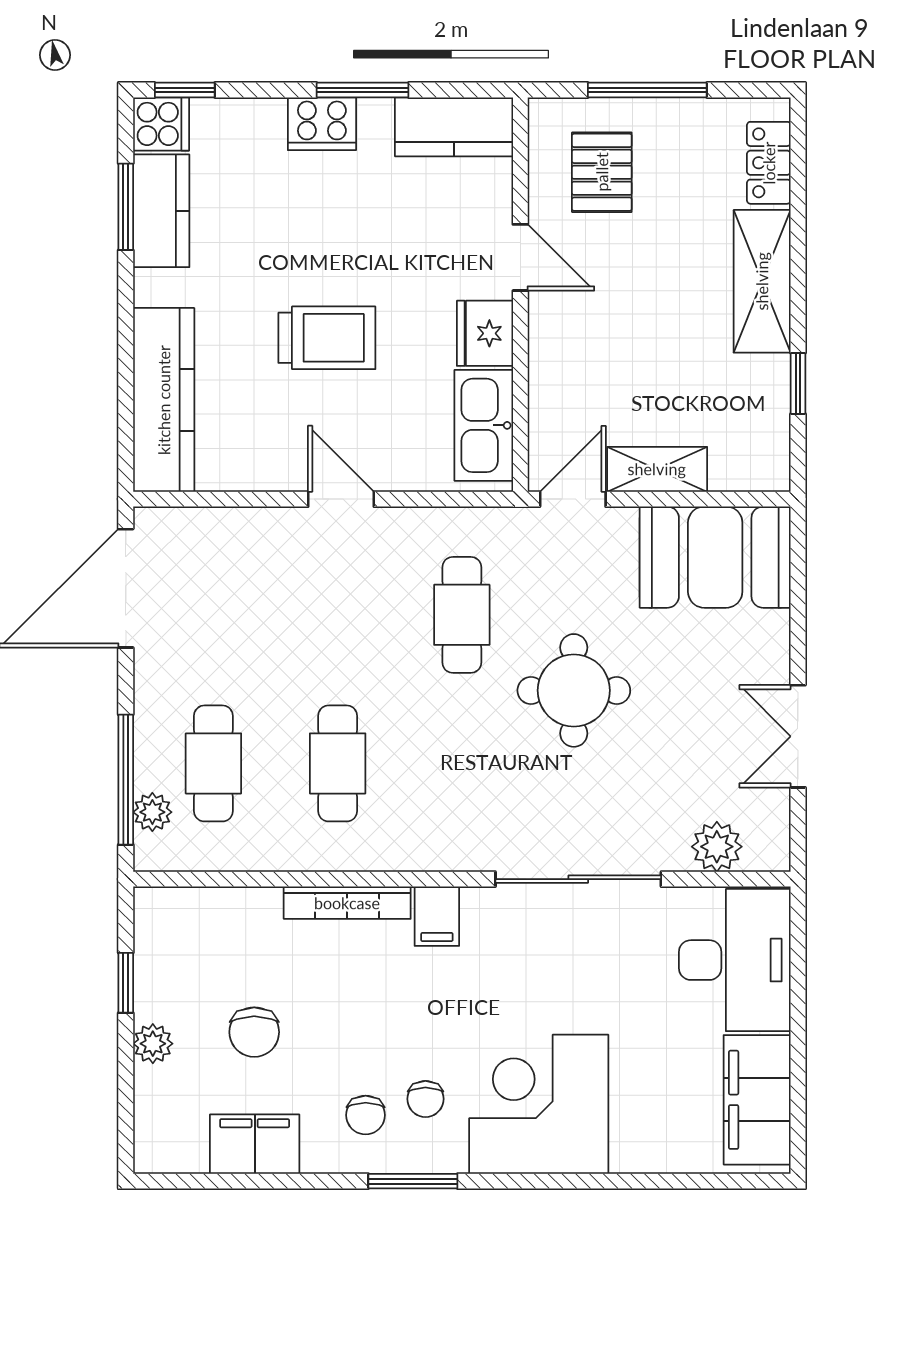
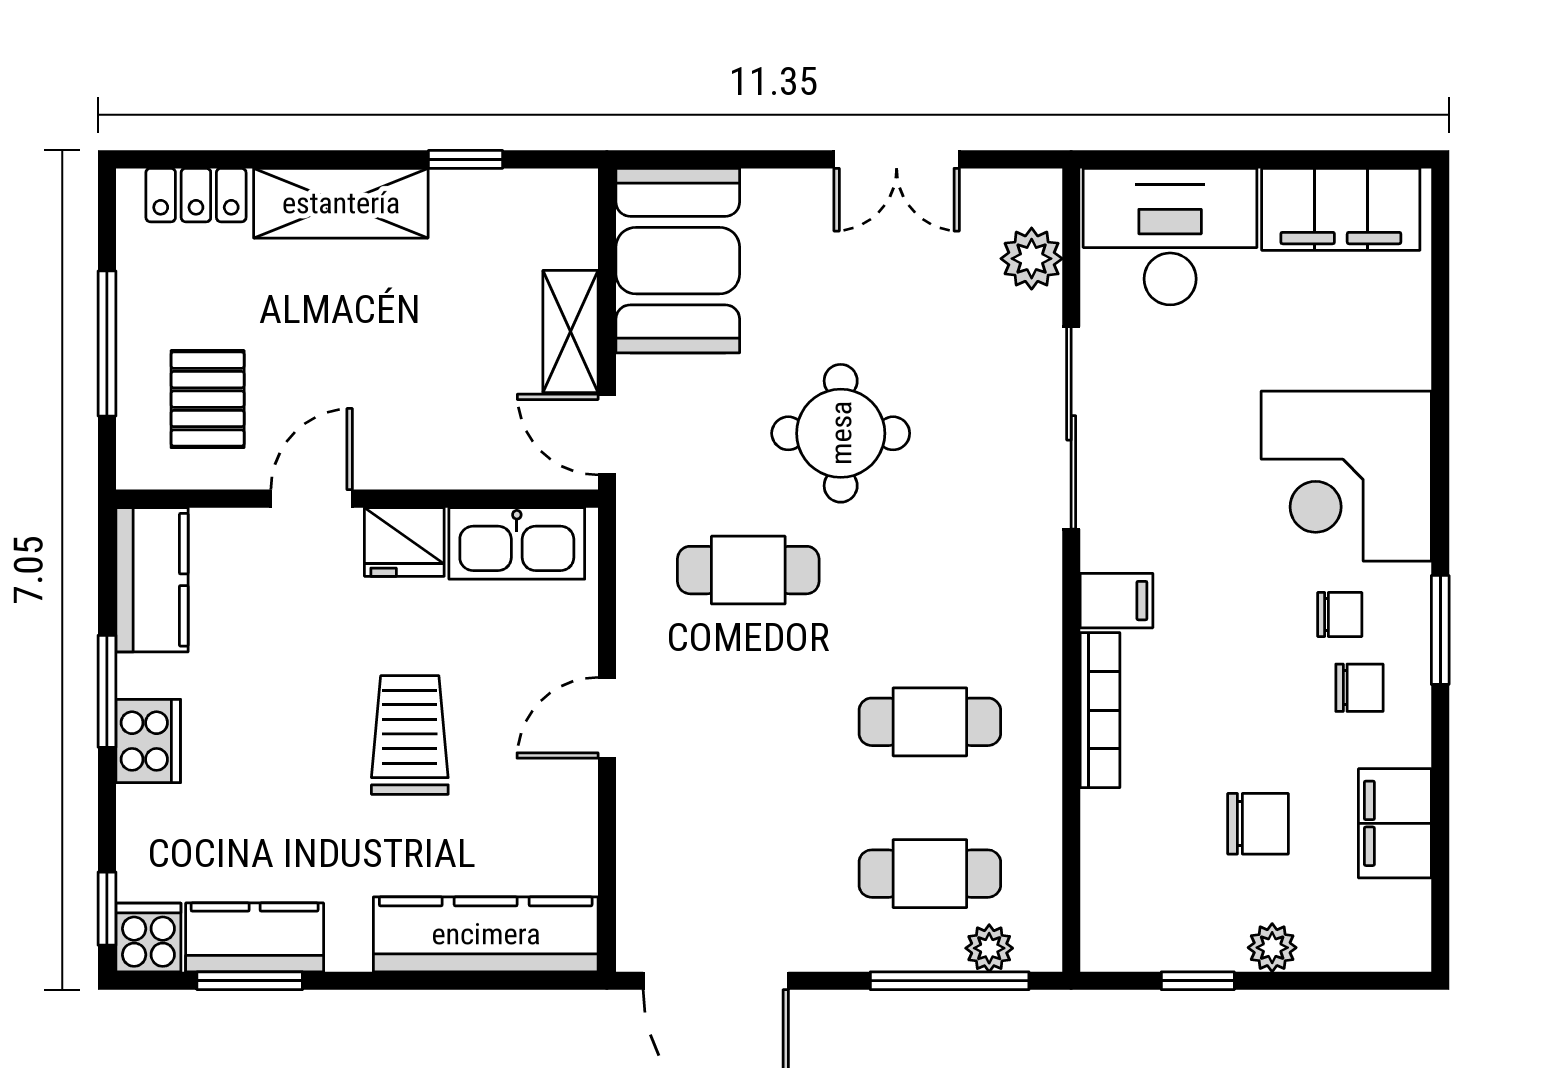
pallet: (602, 172) -> (208, 399), turned 90

